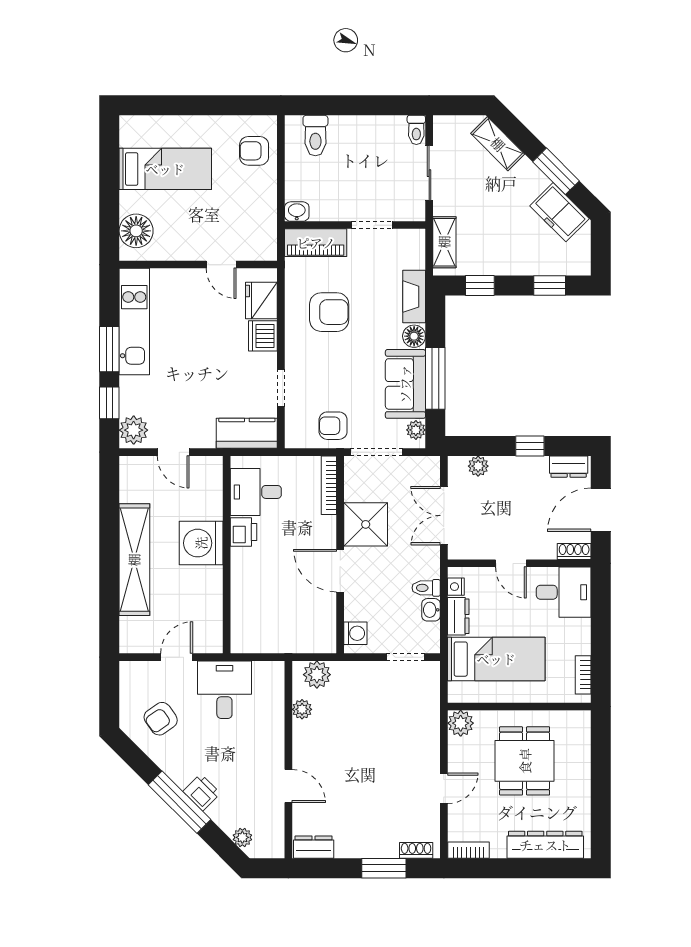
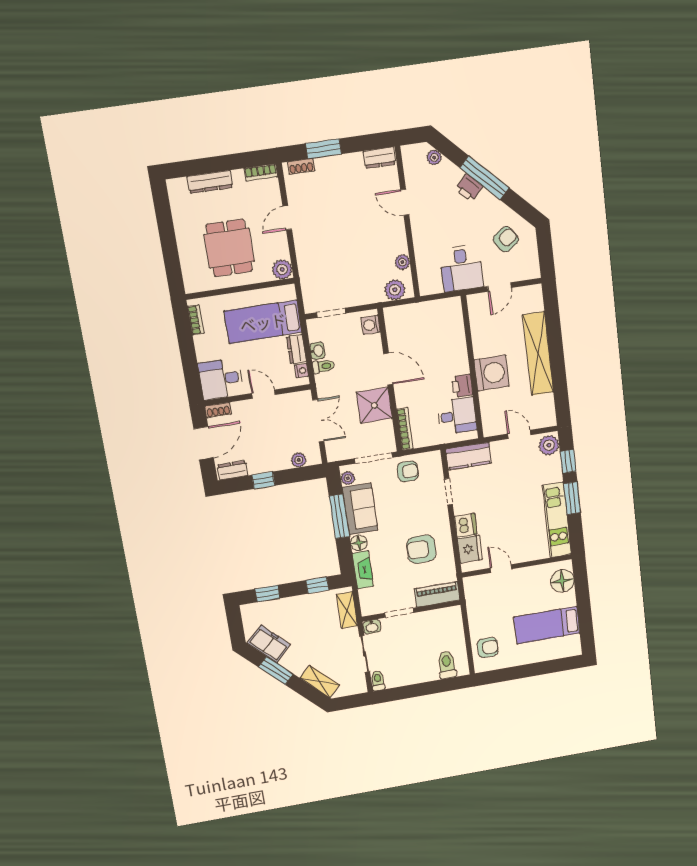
washbasin: (297, 212) -> (372, 627), moved
dresser: (545, 845) -> (210, 182), width x0.73, depth x0.80

